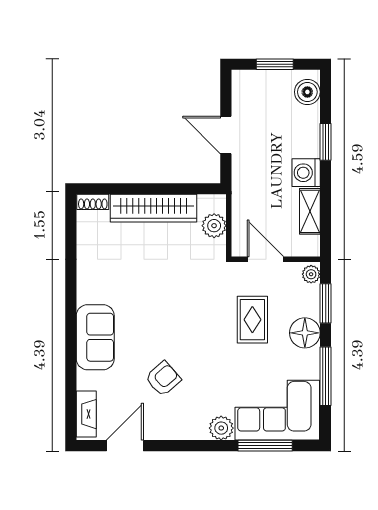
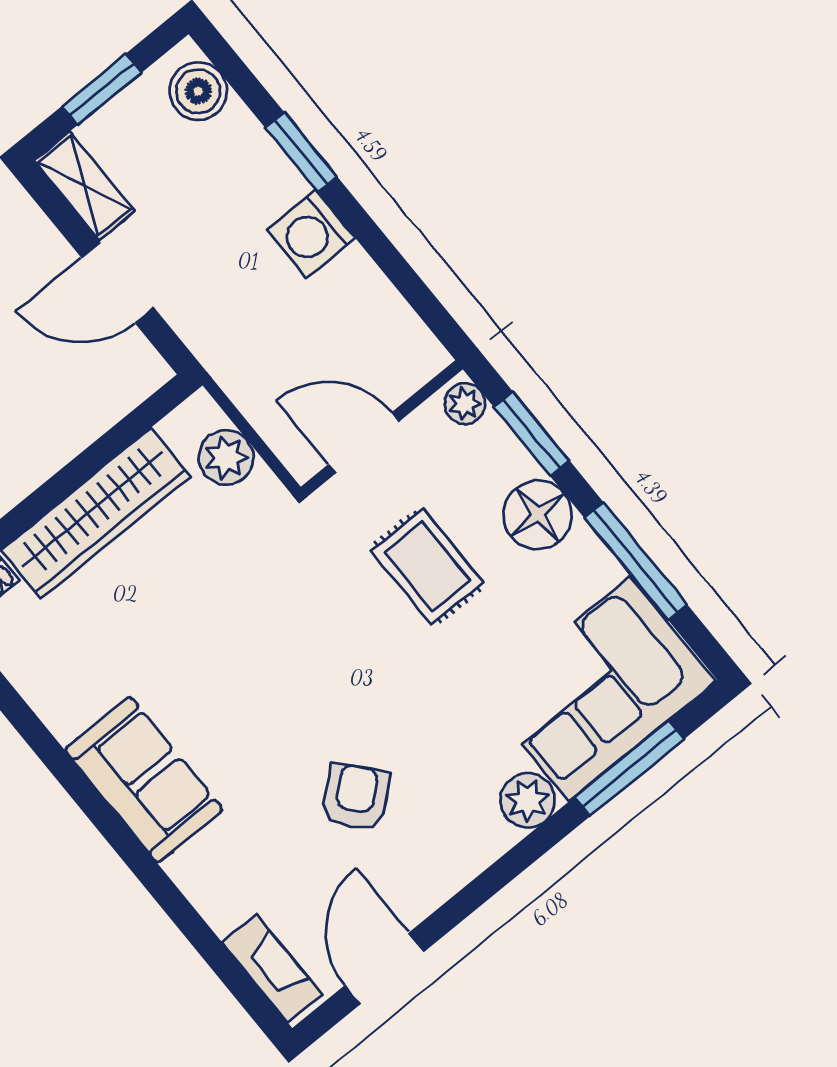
shelving: (310, 211) -> (84, 186), moved
sofa: (95, 337) -> (144, 780), moved

